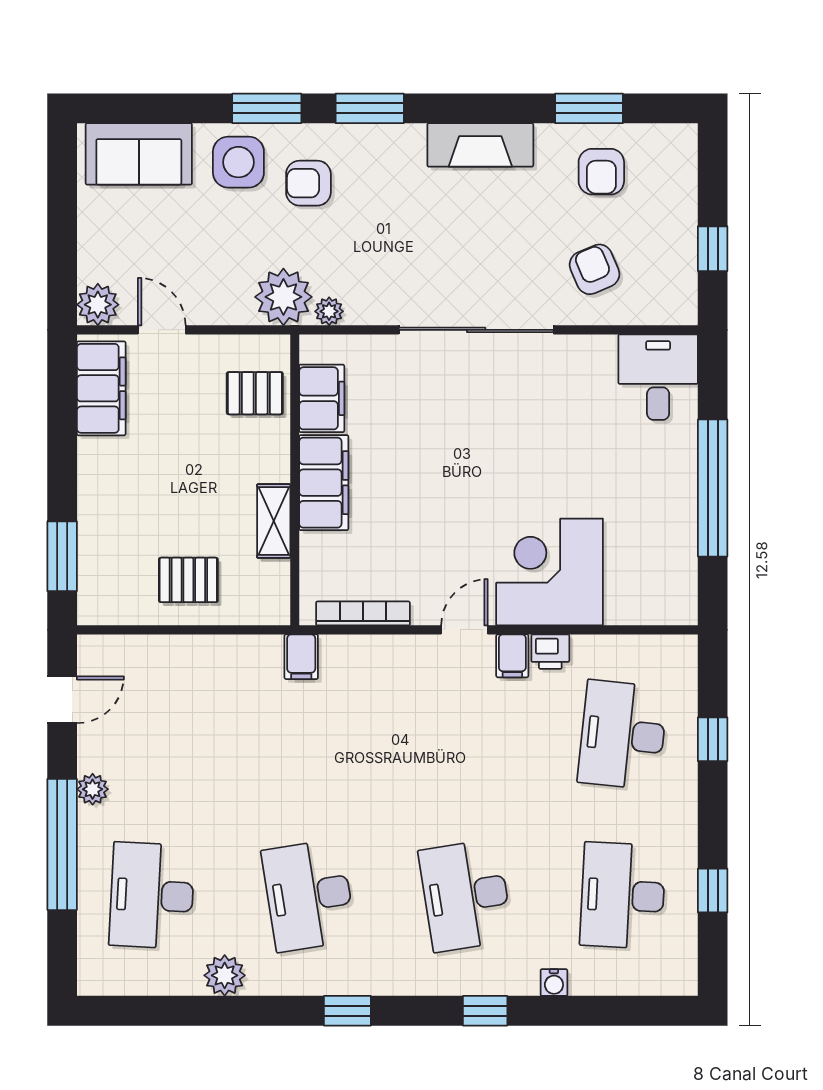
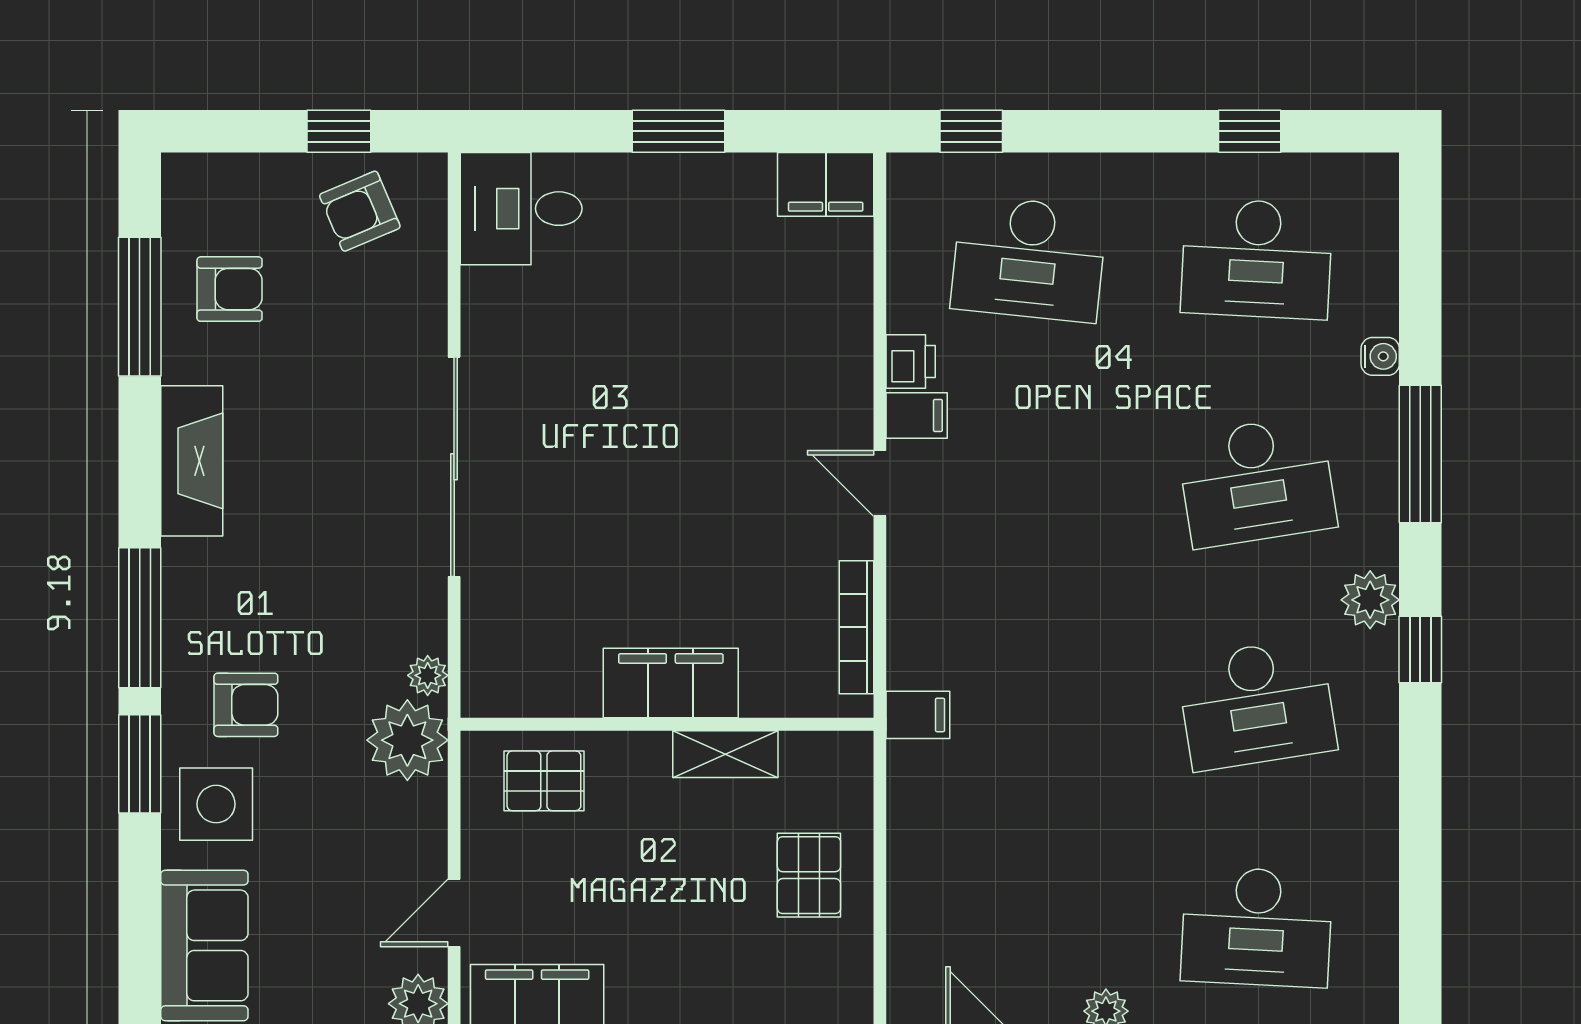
window: (370, 108) -> (140, 618), width x1.44
window: (589, 108) -> (140, 307), width x1.44
armchair: (308, 183) -> (246, 705), turned -90
armchair: (595, 269) -> (360, 211), moved
pallet: (255, 393) -> (544, 781), turned 90
filing cabinet: (322, 398) -> (826, 184), moved, turned 180
window: (713, 488) -> (678, 131), width x0.47
corner desk: (550, 572) -> (798, 363), removed
window: (713, 739) -> (971, 131), moved
plant: (225, 975) -> (1370, 600), moved
window: (485, 1011) -> (1420, 454), width x2.17

